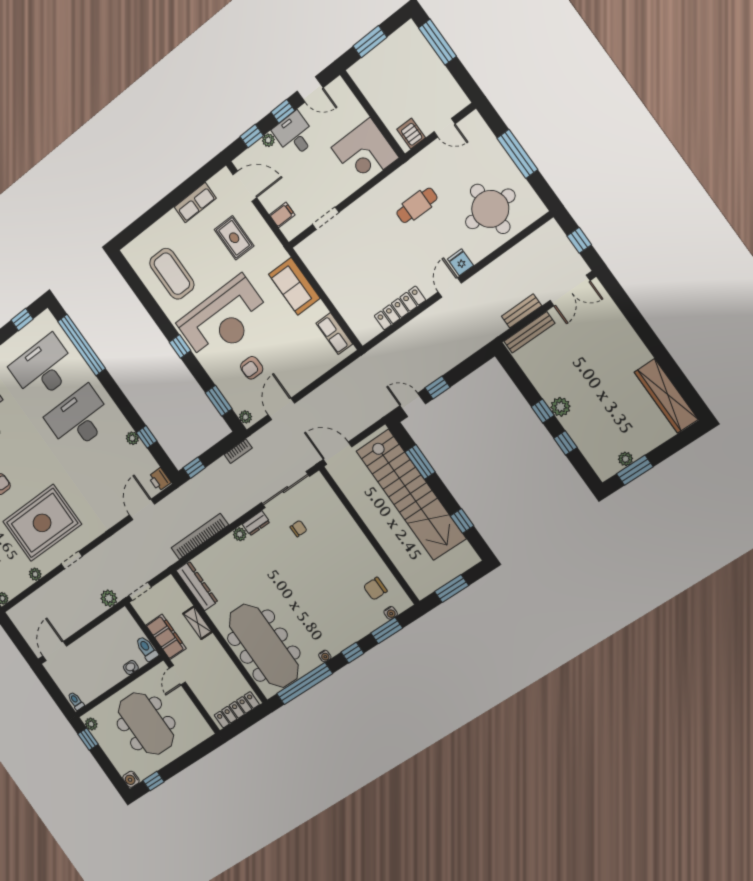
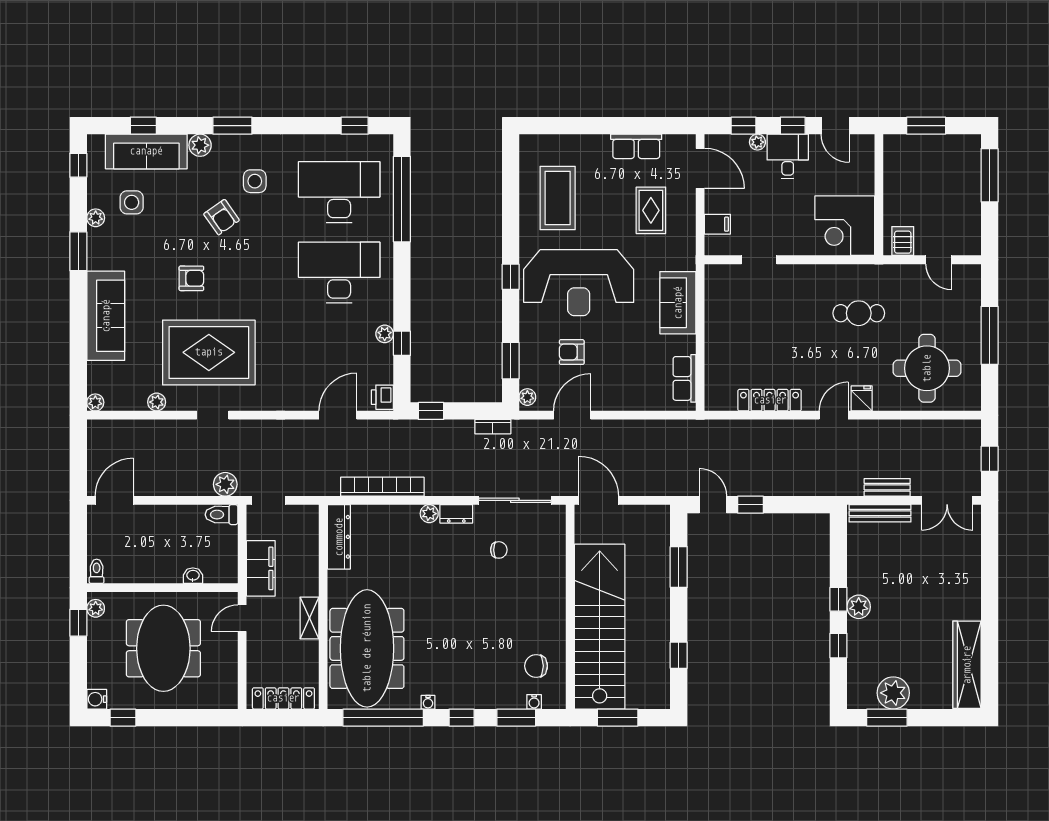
plant: (626, 459) -> (893, 693), width x1.88, depth x1.88
stairs: (411, 495) -> (600, 627), moved, turned 180
shelving: (198, 623) -> (309, 618), moved
toilet: (147, 649) -> (222, 515), moved, turned -90

